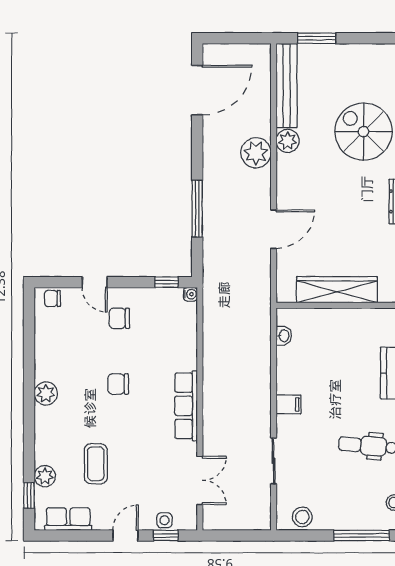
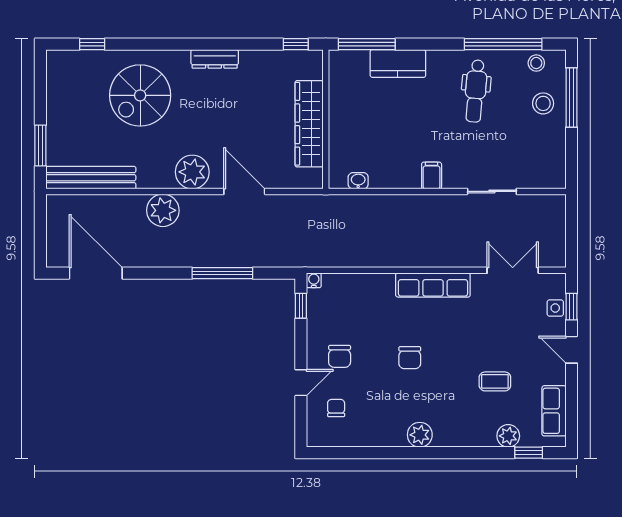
plant: (288, 141) -> (192, 172), moved, width x1.36, depth x1.36
chair: (52, 298) -> (336, 408), moved, turned 180
coffee table: (96, 464) -> (495, 381), width x0.73, depth x0.77
stool: (302, 517) -> (543, 103), moved

